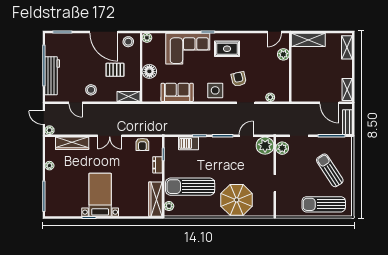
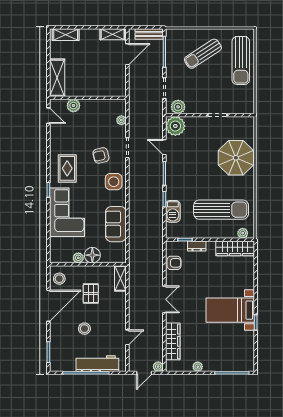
plant: (147, 38) -> (78, 258), moved
stool: (91, 90) -> (84, 329), moved
sun lounger: (190, 187) -> (221, 210), turned -90

